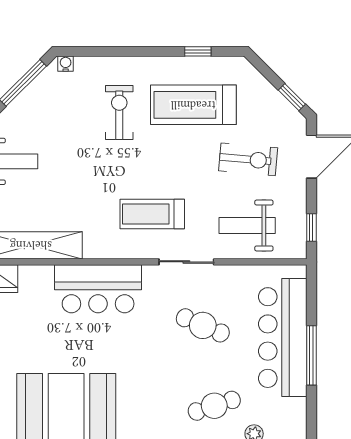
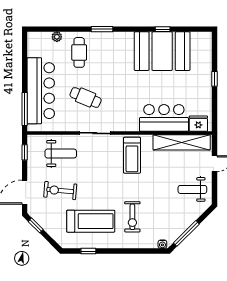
treadmill: (152, 214) -> (132, 155), moved, turned 90
bar counter: (98, 289) -> (164, 118), moved
window: (311, 355) -> (25, 109), moved
cafe table: (214, 406) -> (79, 52), turned -72

